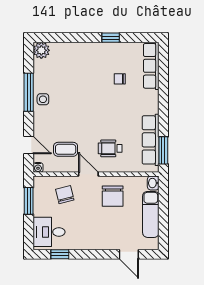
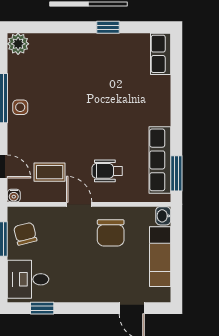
row of seats: (151, 66) -> (161, 54), width x0.68
chair: (120, 79) -> (120, 81), removed
chair: (65, 195) -> (25, 234), moved

